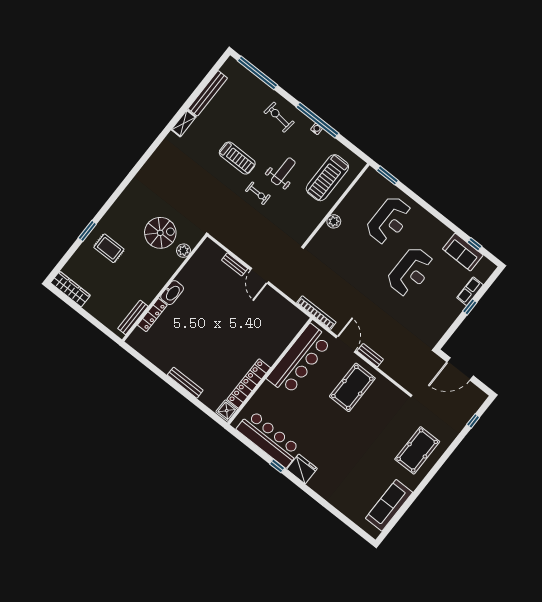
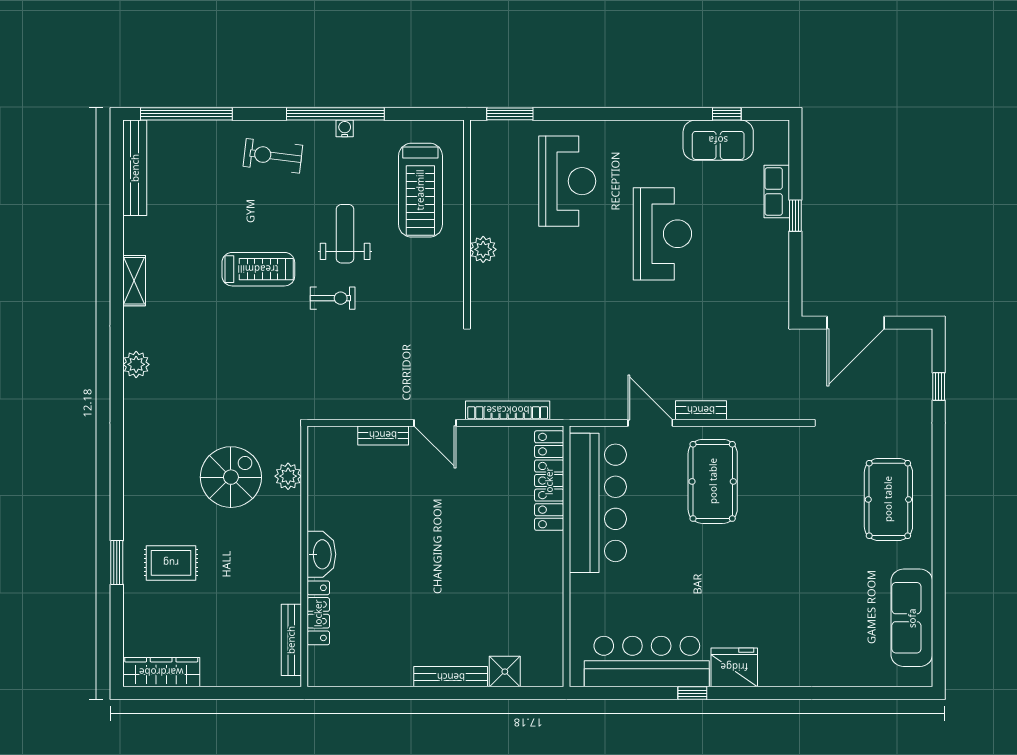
bench: (208, 93) -> (135, 168), moved
plant: (158, 158) -> (136, 364), added
bookcase: (316, 313) -> (508, 410), moved
locker: (249, 384) -> (549, 481), moved
shower: (227, 411) -> (505, 672), moved

